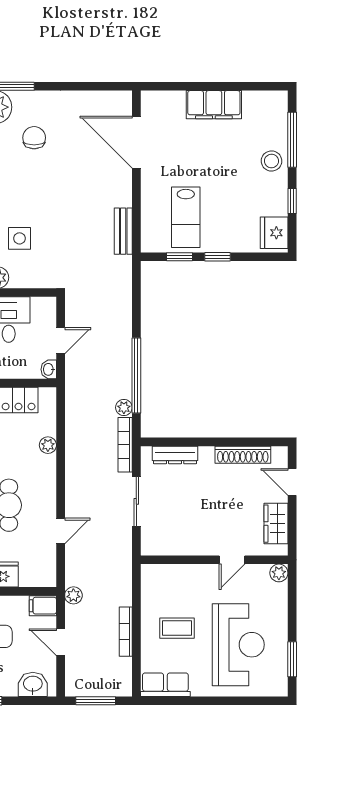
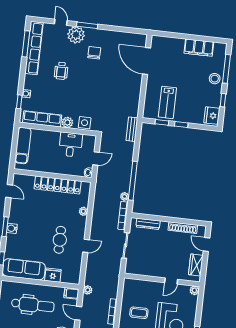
filing cabinet: (214, 105) -> (199, 48), moved
bench: (123, 231) -> (132, 129), moved
side table: (19, 238) -> (85, 123), moved
door: (61, 531) -> (86, 246), moved

